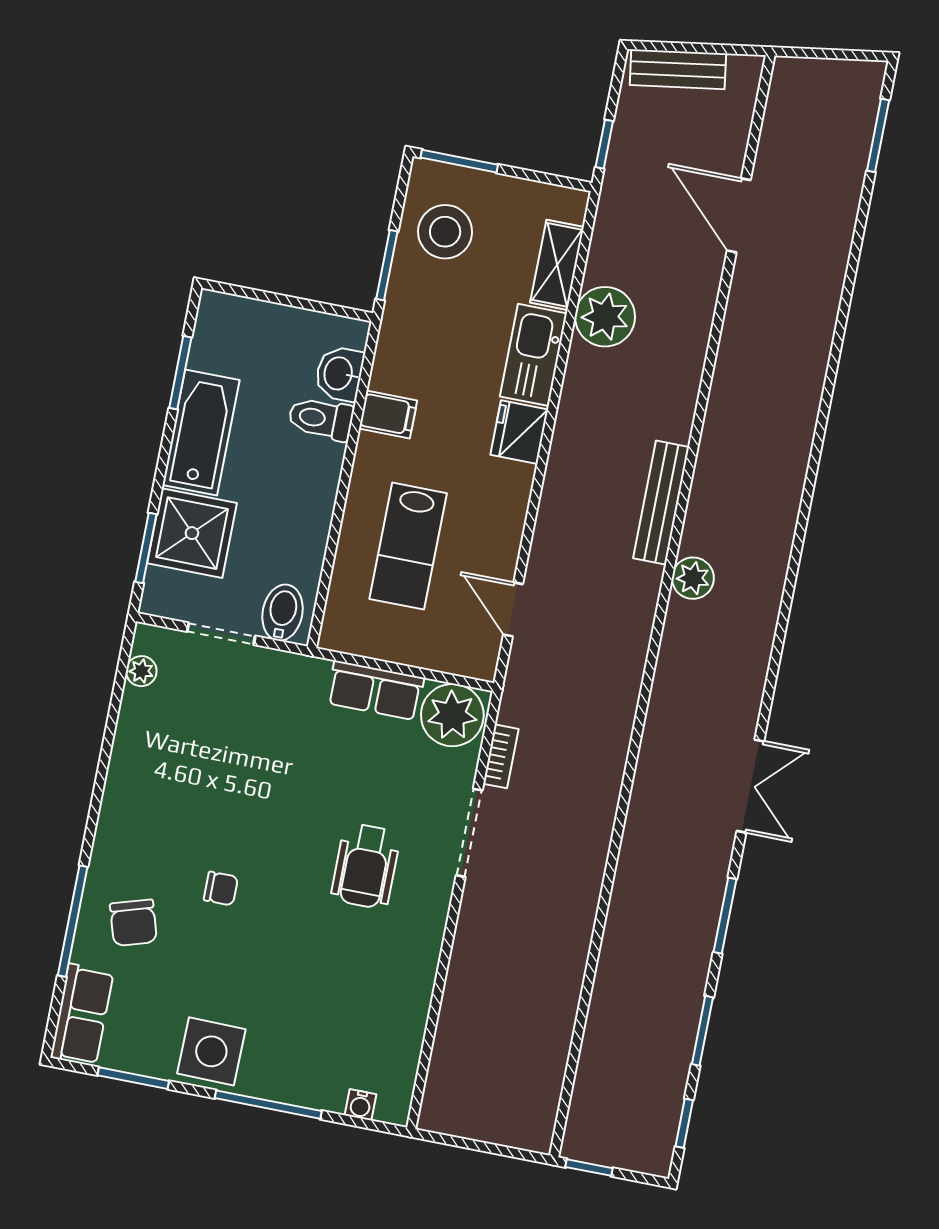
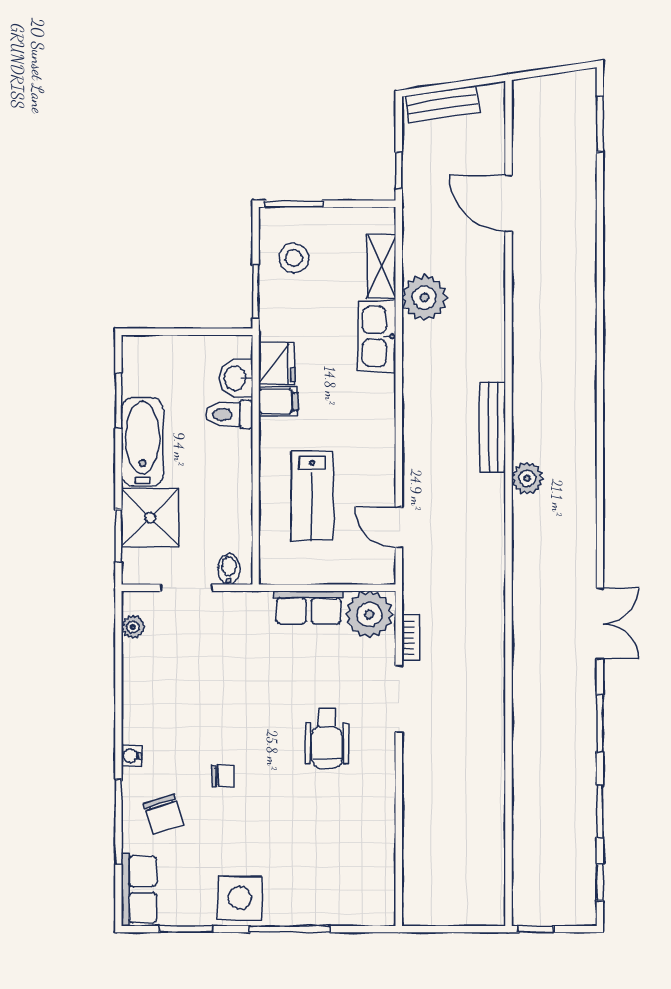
stool: (445, 232) -> (294, 258), width x0.73, depth x0.73
fridge: (519, 432) -> (277, 363), moved, turned 180
bidet: (282, 613) -> (229, 569), width x0.72, depth x0.74
water cooler: (360, 1105) -> (132, 756), moved, turned 90

